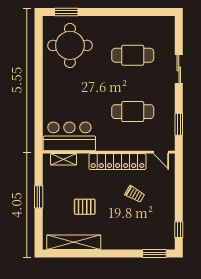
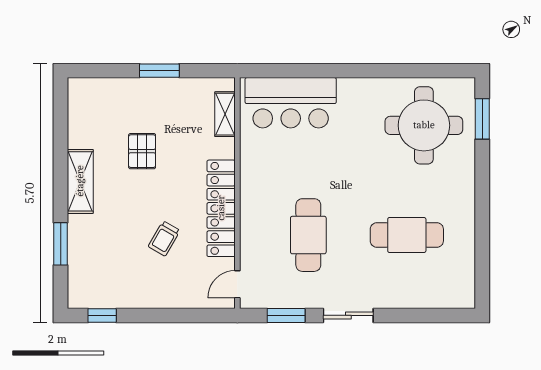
cafe table: (133, 55) -> (407, 235), turned 90
sliding door: (179, 69) -> (348, 315), moved
bar counter: (69, 136) -> (291, 103), moved, turned 90
shelving: (74, 242) -> (80, 181), moved, width x0.68
window: (154, 253) -> (61, 244), moved

